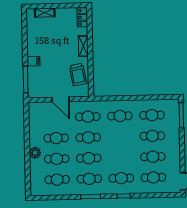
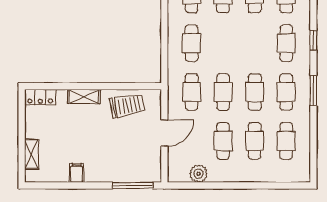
filing cabinet: (33, 61) -> (77, 173), moved
plant: (35, 153) -> (198, 174), moved

